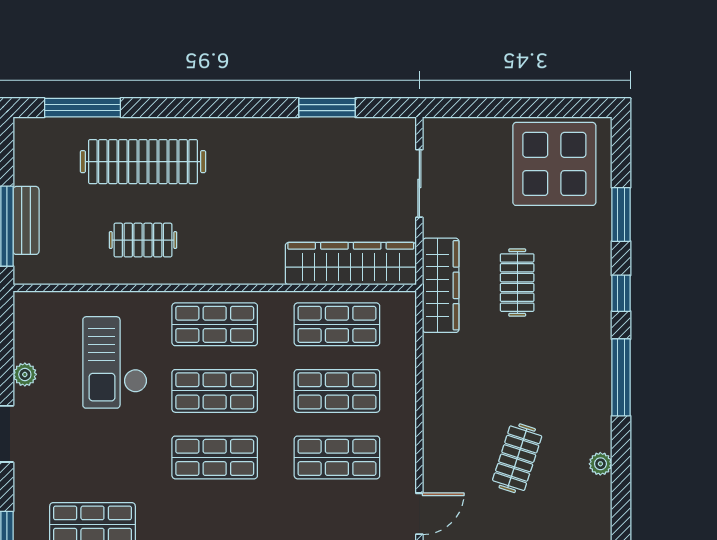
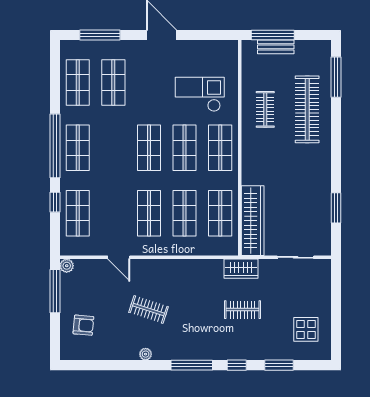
display table: (554, 164) -> (306, 329), width x0.54, depth x0.54
wardrobe: (441, 285) -> (241, 269), width x0.67
plant: (25, 374) -> (193, 46), removed

